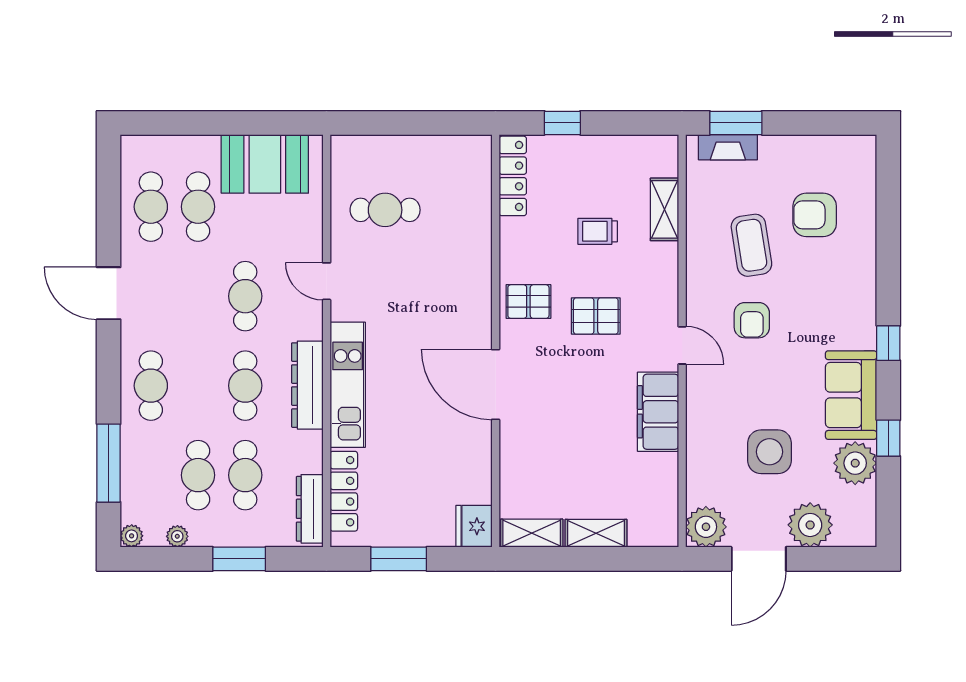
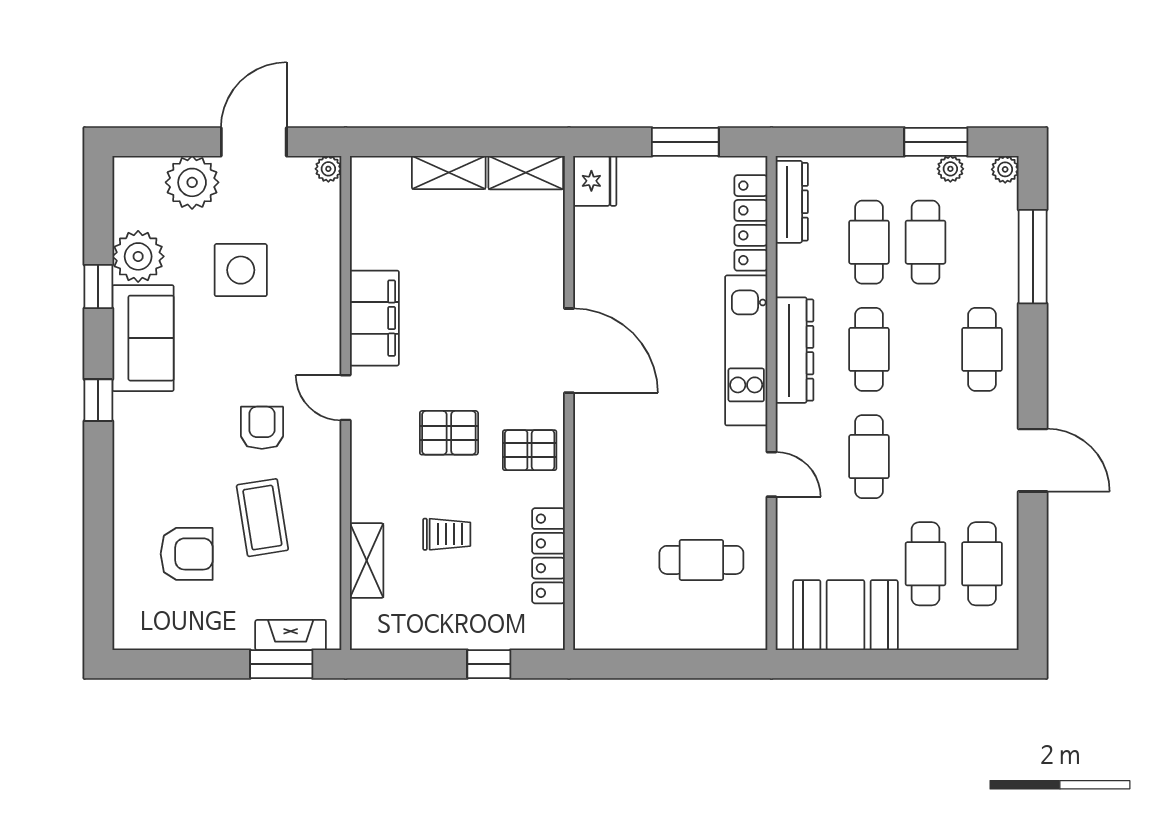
locker: (513, 176) -> (548, 556), moved
plant: (706, 527) -> (328, 169), width x0.53, depth x0.53
window: (239, 559) -> (936, 142), moved

